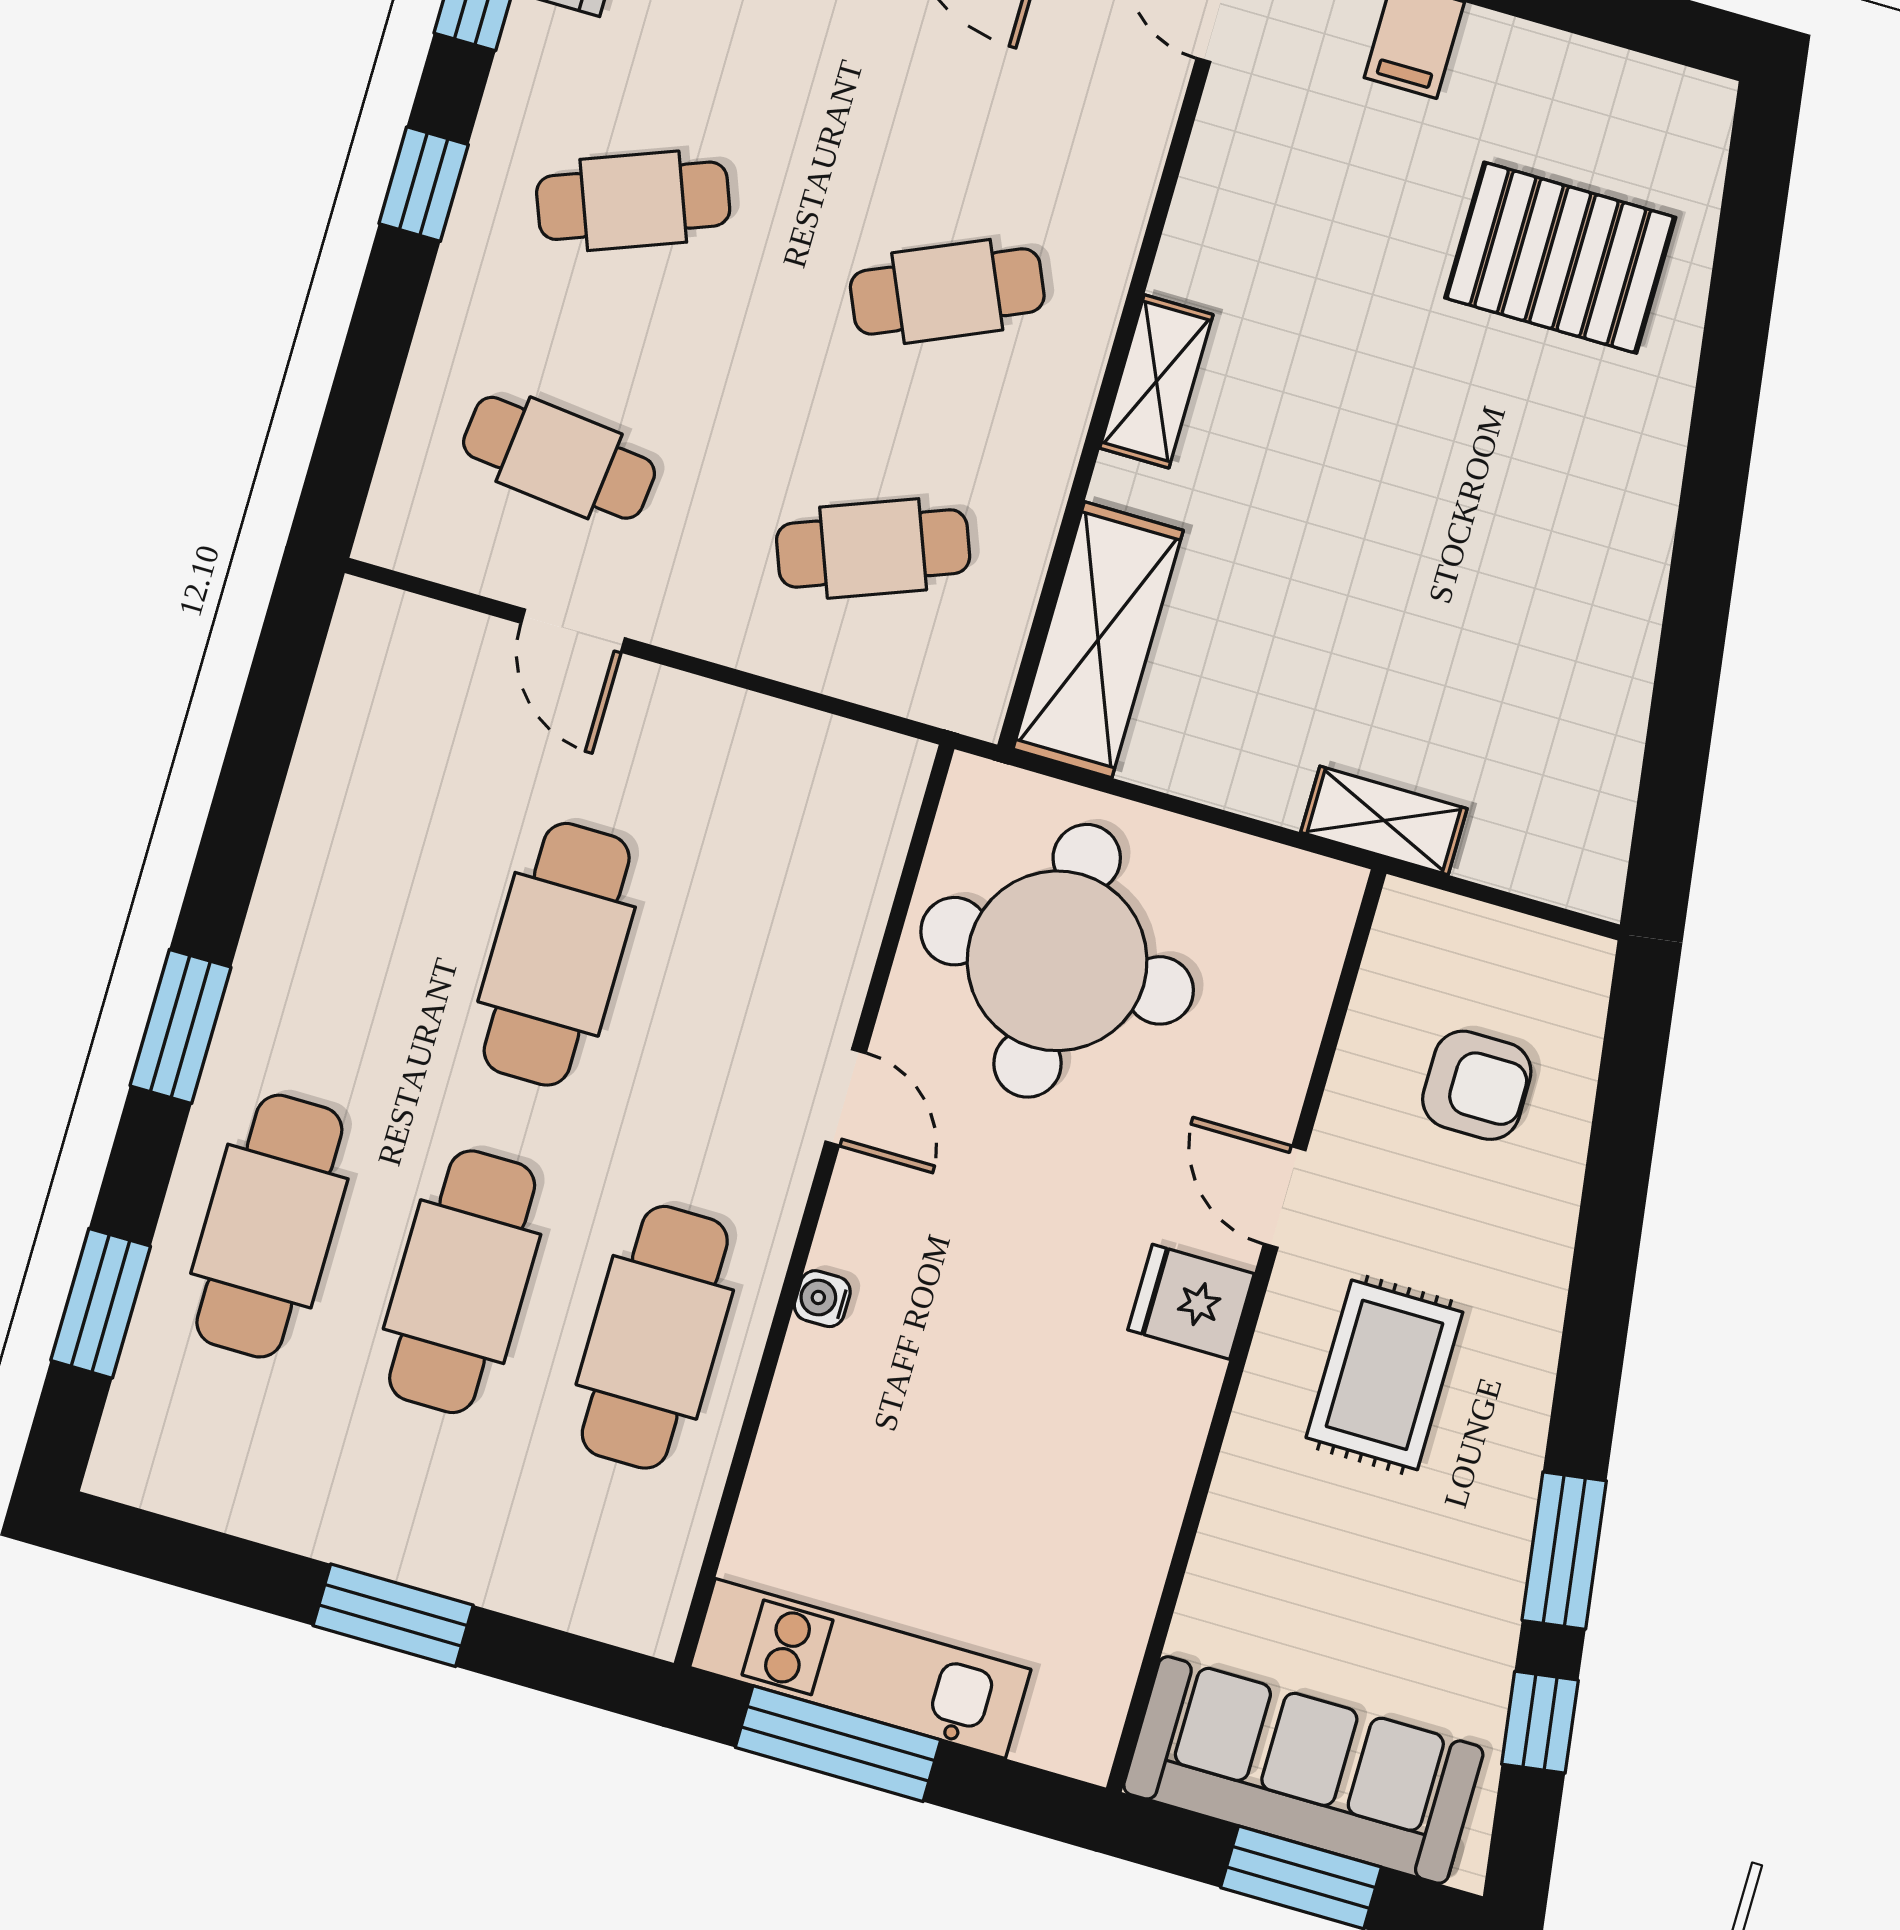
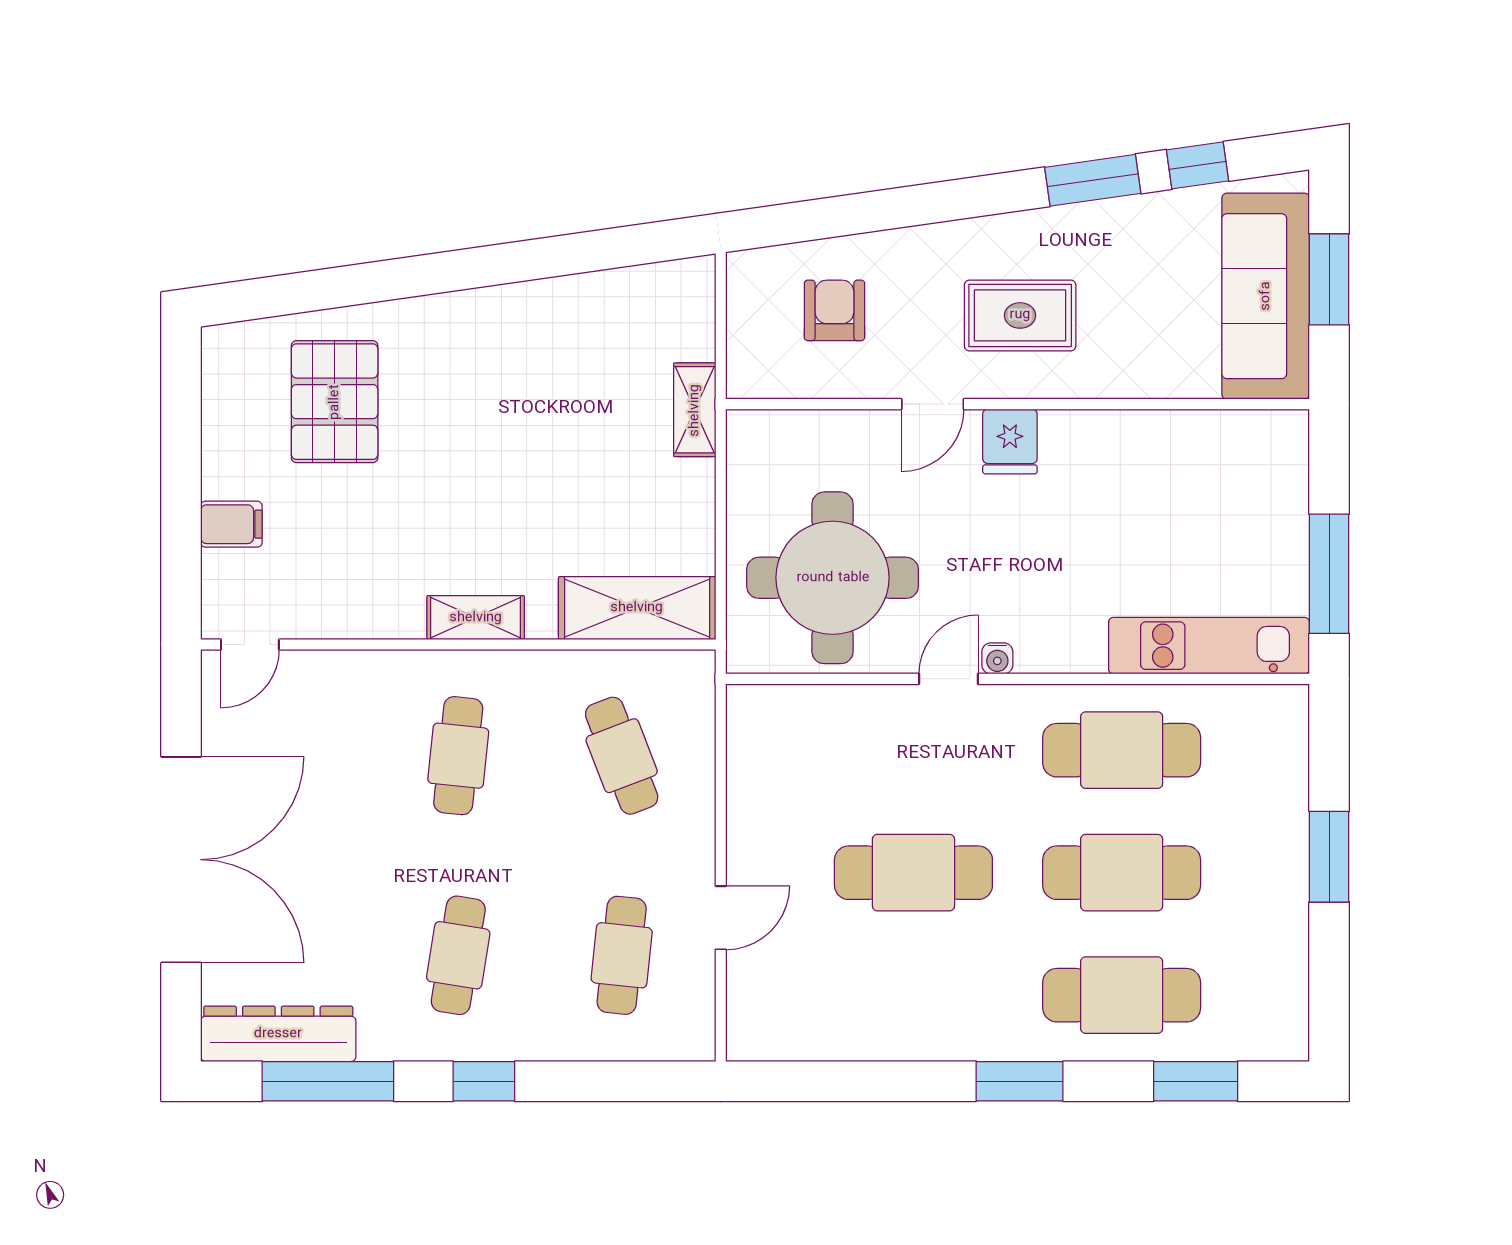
cafe table: (633, 201) -> (458, 955), turned 30
cafe table: (947, 291) -> (458, 756), turned 30
water cooler: (822, 1299) -> (997, 658), moved
kitchen unit: (860, 1668) -> (1209, 646), moved, turned 90

